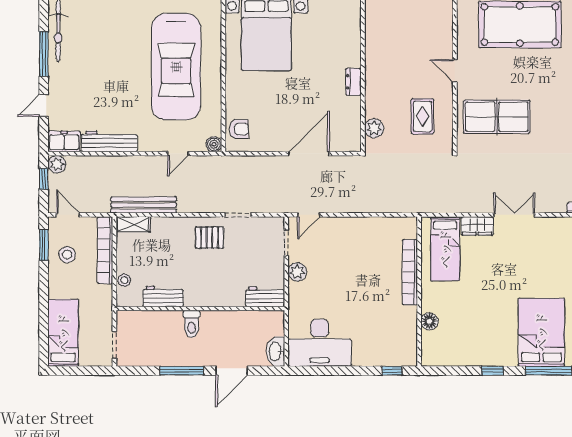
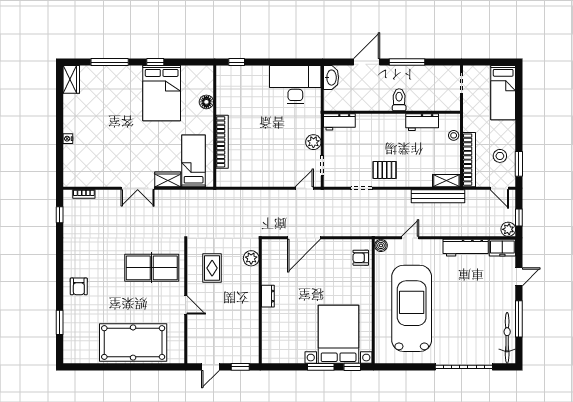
bed: (541, 332) -> (162, 93), moved

